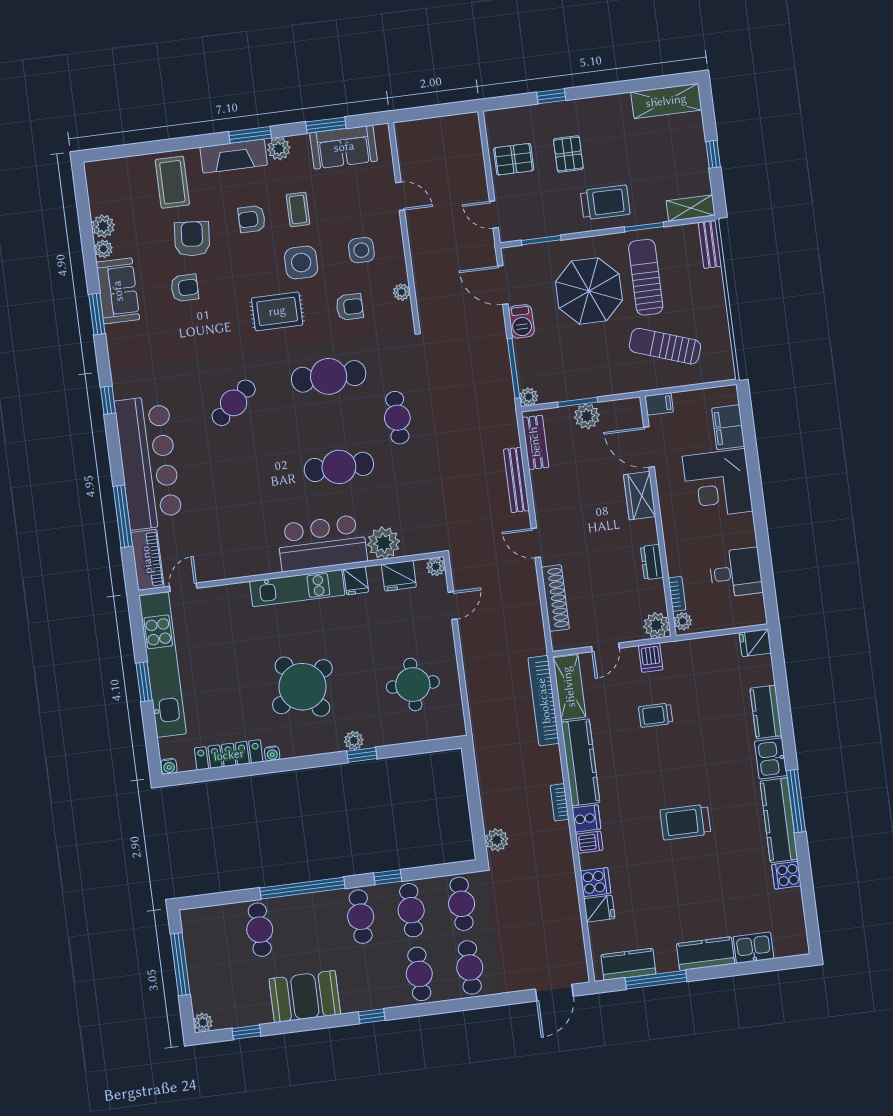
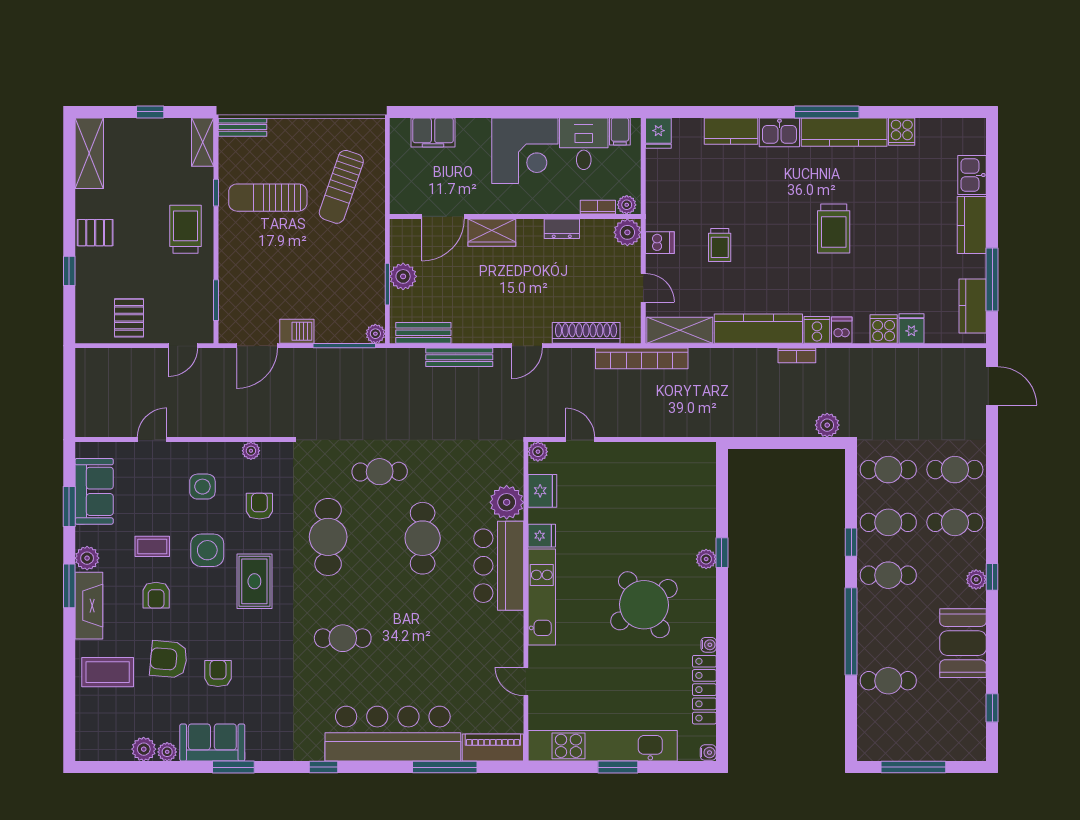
pallet: (568, 154) -> (95, 233), moved
window: (644, 227) -> (216, 193), width x0.67
parasol: (589, 291) -> (274, 258), removed
cafe table: (234, 403) -> (343, 638), turned -49
filing cabinet: (659, 404) -> (620, 131), moved, turned 180
corner desk: (718, 484) -> (525, 151), moved
door: (183, 587) -> (526, 682), moved
round table: (413, 685) -> (656, 491), removed
bookcase: (544, 701) -> (642, 358), moved
plant: (203, 1022) -> (976, 579), moved

